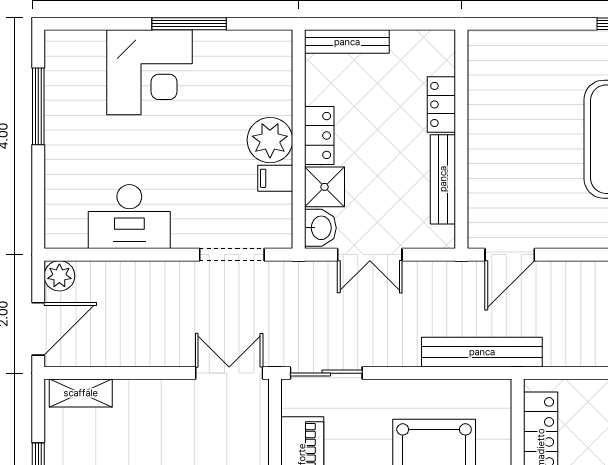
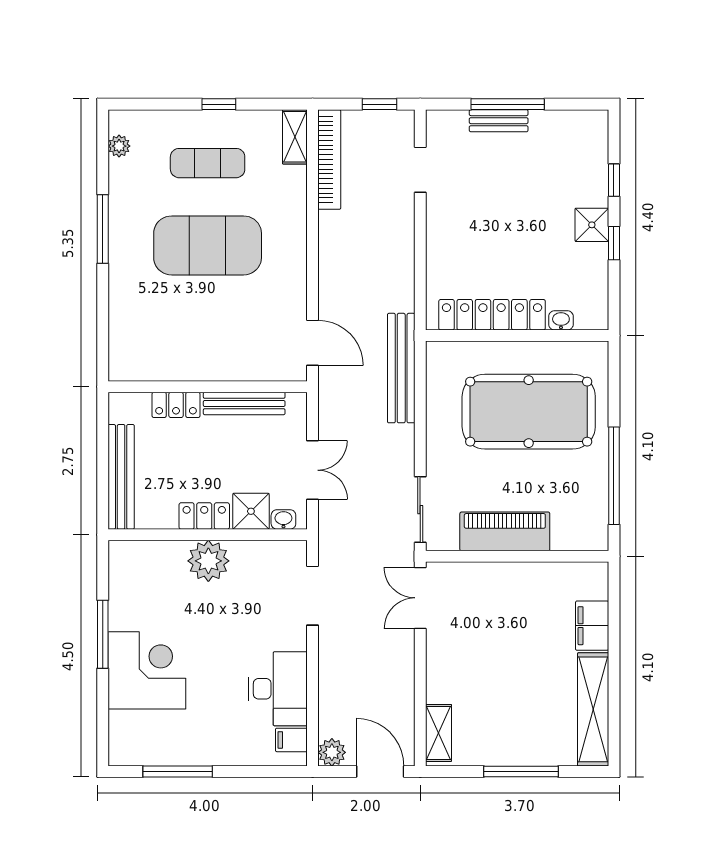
bench: (347, 42) -> (121, 477), width x1.37, depth x1.21
filing cabinet: (275, 178) -> (291, 740), moved, turned 90
washbasin: (320, 228) -> (283, 519), width x0.72, depth x0.69

